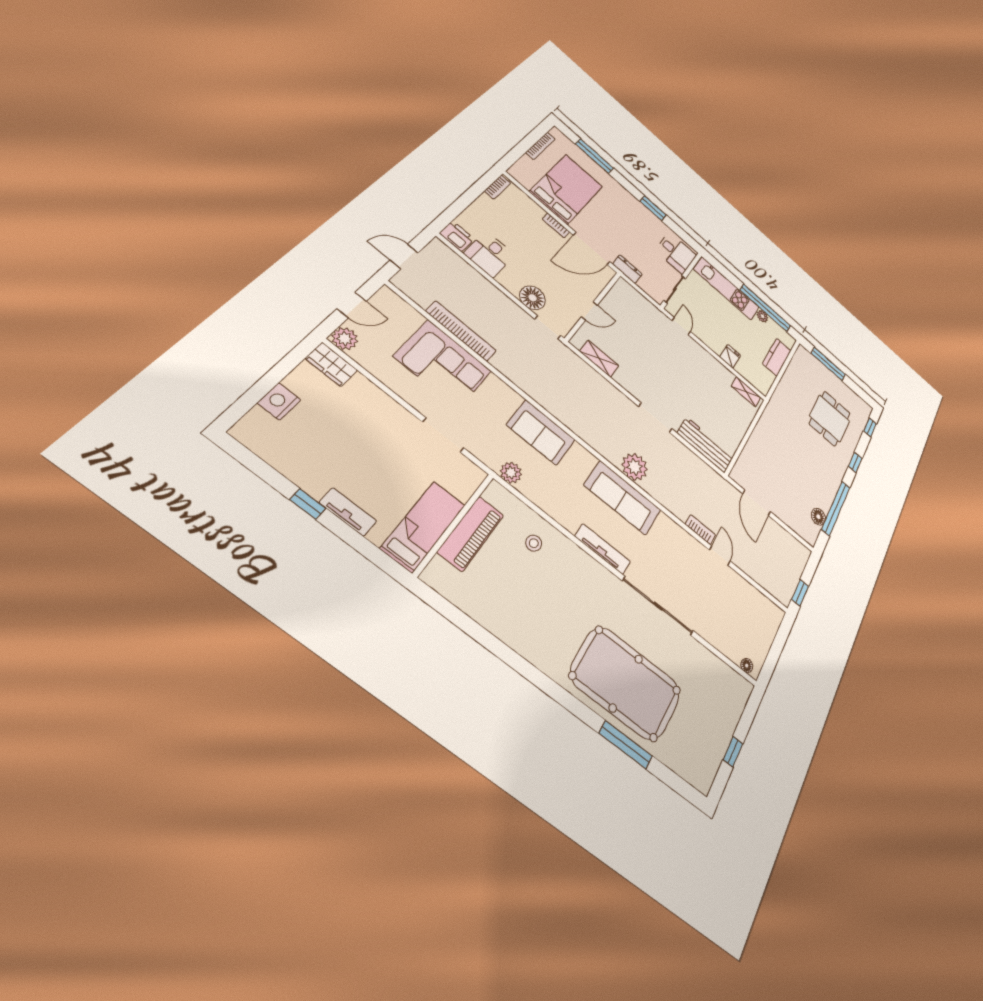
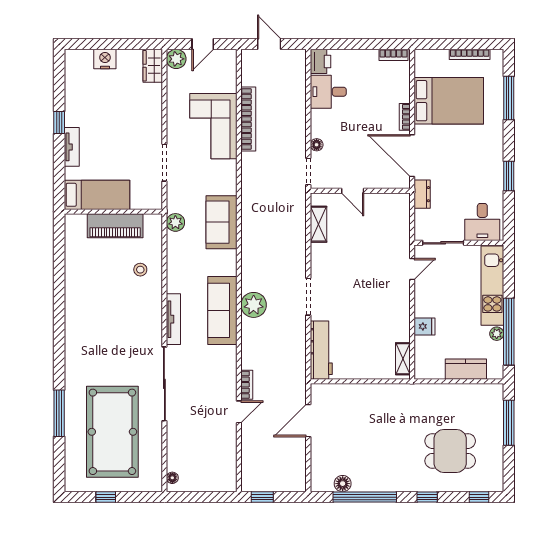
floor lamp: (533, 298) -> (317, 145), width x0.53, depth x0.53
door: (352, 305) -> (203, 44), hinge flipped
pool table: (626, 683) -> (112, 432), moved

